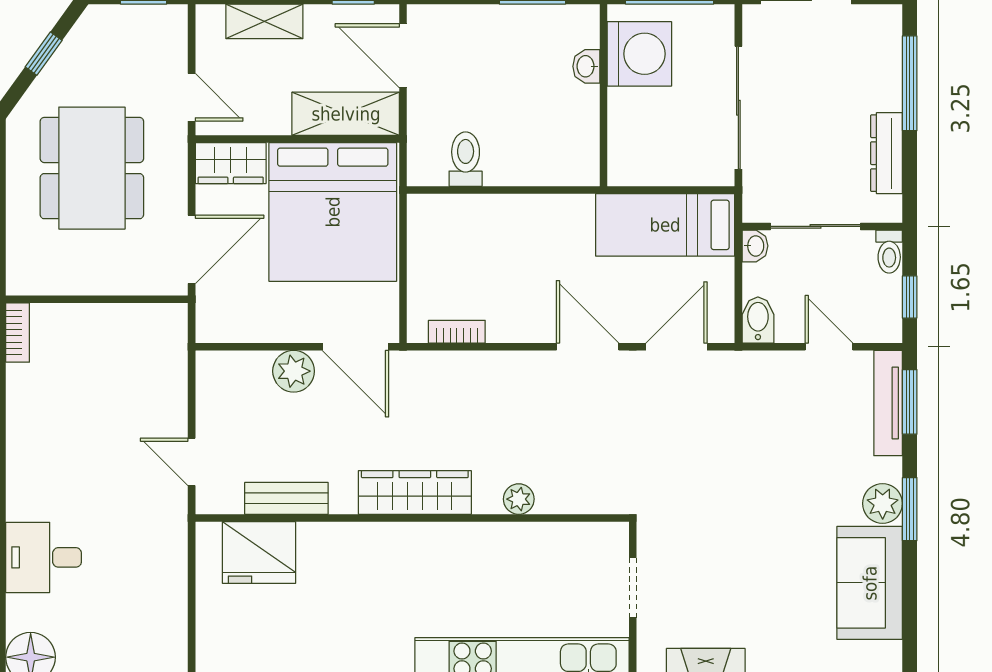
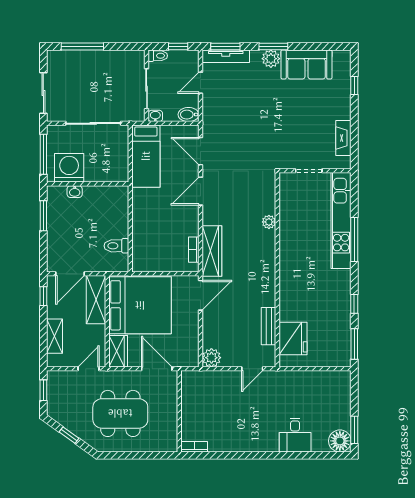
dresser: (887, 153) -> (114, 57), removed
plant: (294, 371) -> (211, 358), moved
wardrobe: (415, 493) -> (212, 251), moved, turned 180

